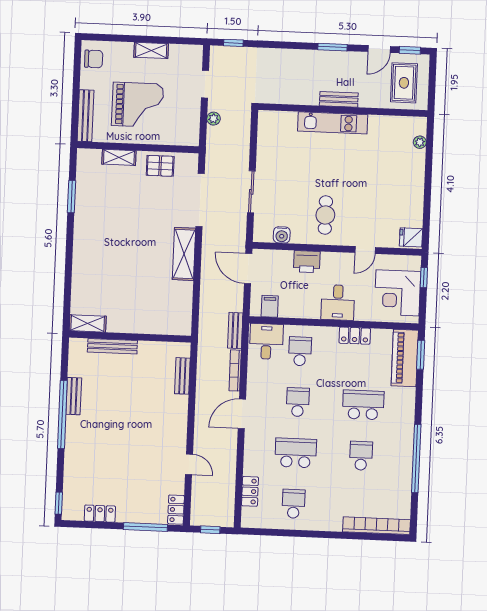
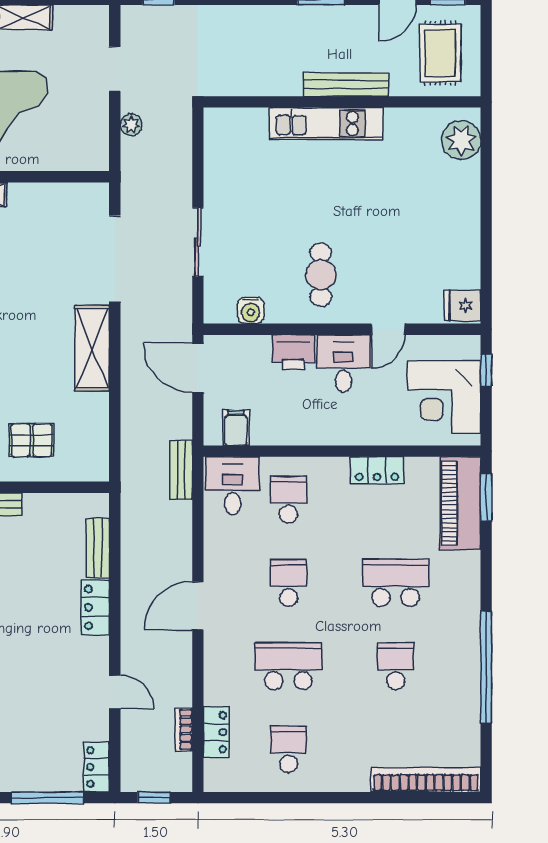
bench: (339, 99) -> (346, 85), width x1.36
plant: (420, 142) -> (461, 140), width x1.88, depth x1.88
pallet: (160, 166) -> (32, 440), moved
desk: (338, 302) -> (344, 363), moved, turned 180
bookcase: (235, 370) -> (184, 730), moved, width x0.64
locker: (179, 412) -> (95, 607), added

